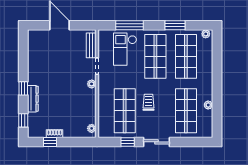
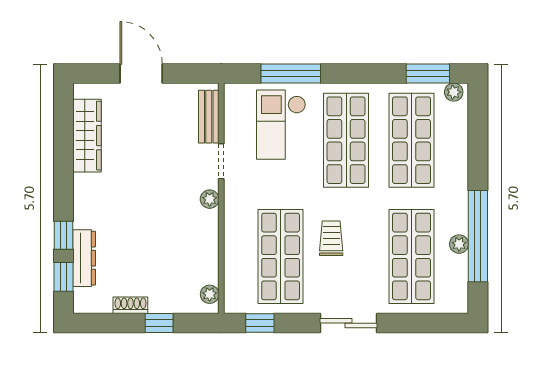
window: (175, 25) -> (428, 74), moved
wardrobe: (34, 54) -> (87, 136), added
window: (23, 88) -> (64, 235), moved
dresser: (33, 99) -> (84, 258), moved
window: (217, 101) -> (478, 236), added
window: (50, 142) -> (159, 323), moved
window: (128, 142) -> (260, 323), moved

